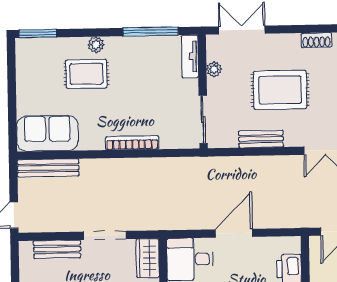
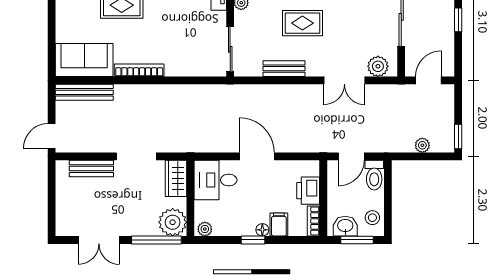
rug: (280, 90) -> (302, 23), width x0.73, depth x0.70
bookcase: (132, 143) -> (139, 70), moved
door: (234, 233) -> (257, 156), hinge flipped

